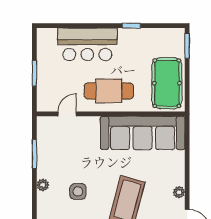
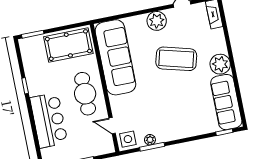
plant: (43, 185) -> (150, 140), moved
side table: (78, 191) -> (128, 139), moved
plant: (179, 192) -> (157, 21), width x1.88, depth x1.88

